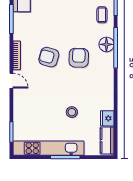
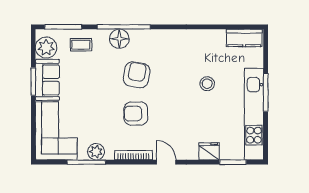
plant: (19, 26) -> (96, 152), added
armchair: (49, 57) -> (136, 114), turned 74
armchair: (79, 58) -> (137, 75), turned 98
door: (11, 81) -> (166, 162), hinge flipped
fridge: (107, 118) -> (209, 151), moved, turned 180

